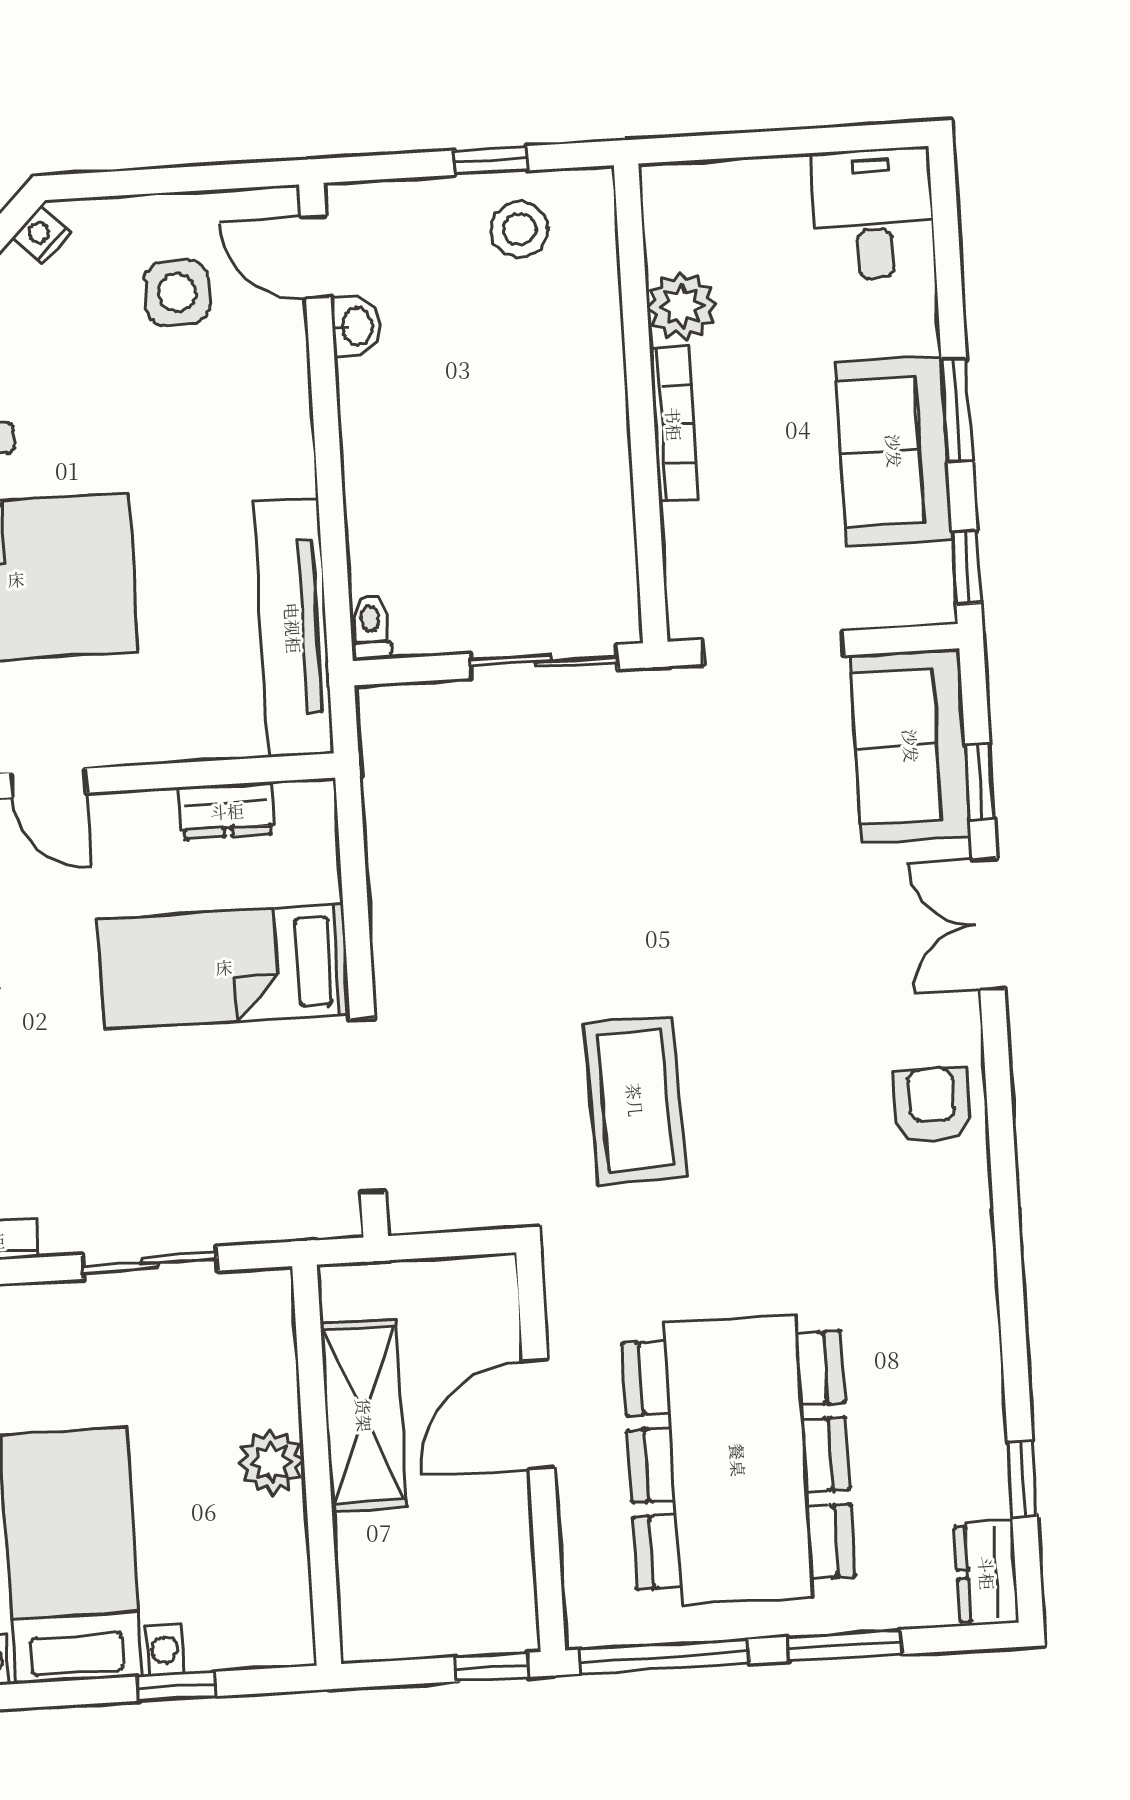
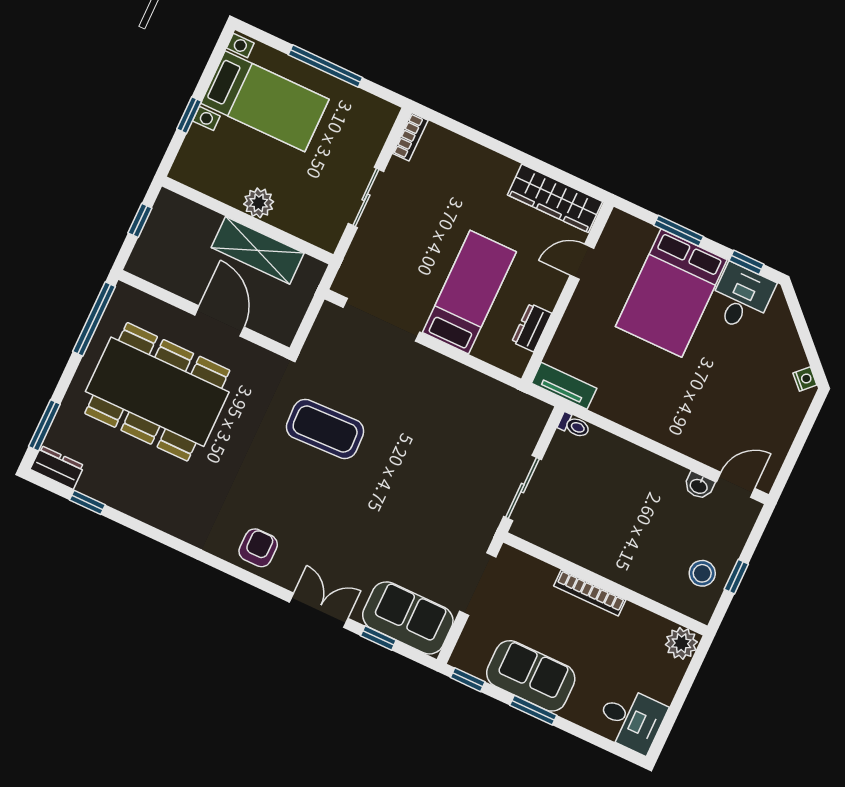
side table: (177, 293) -> (752, 421), removed
plant: (682, 306) -> (681, 643), moved
tv unit: (293, 628) -> (564, 386), width x0.52, depth x0.78
armchair: (932, 1105) -> (258, 548), turned -90
window: (845, 1646) -> (44, 425), moved
window: (492, 1667) -> (140, 220), moved

